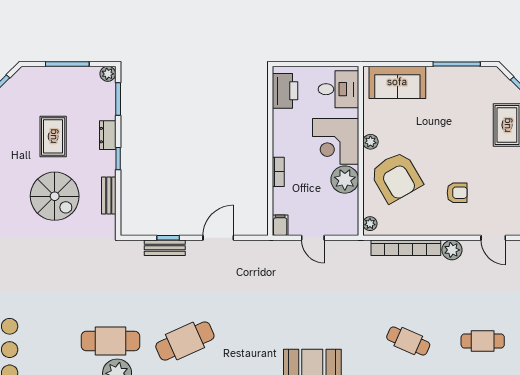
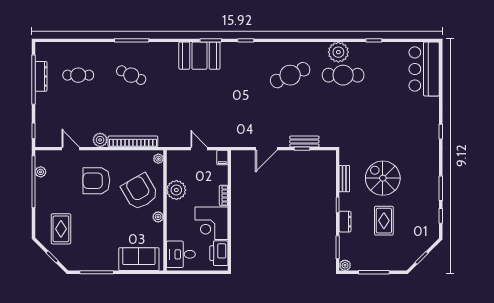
corner desk: (336, 141) -> (211, 223), moved, turned 180
armchair: (457, 193) -> (96, 181), width x1.88, depth x1.88

